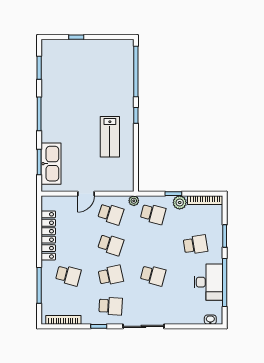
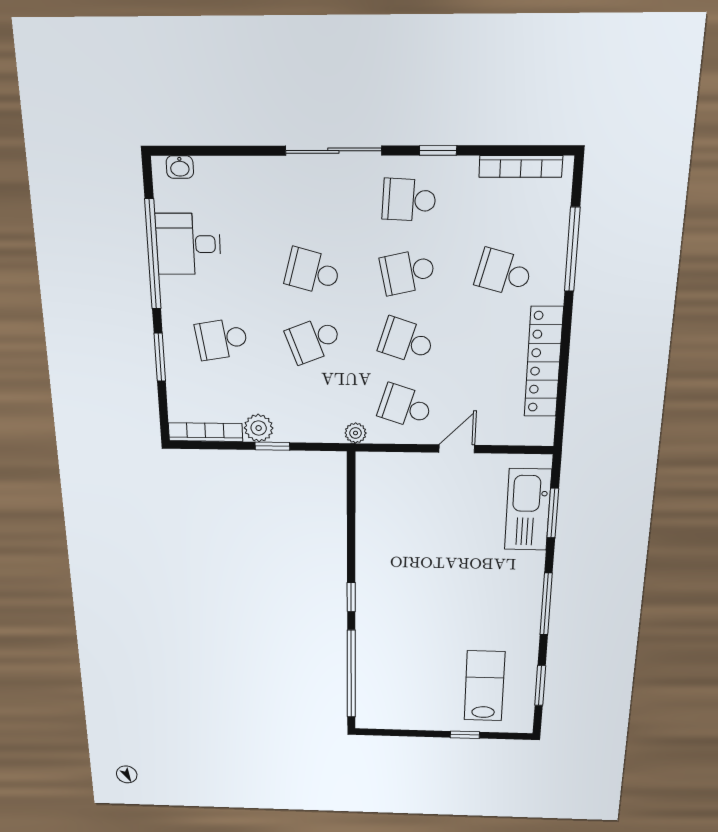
lab bench: (110, 137) -> (484, 686), moved
school desk: (153, 214) -> (313, 340), moved, turned -36
desk: (208, 282) -> (188, 244), width x0.73

